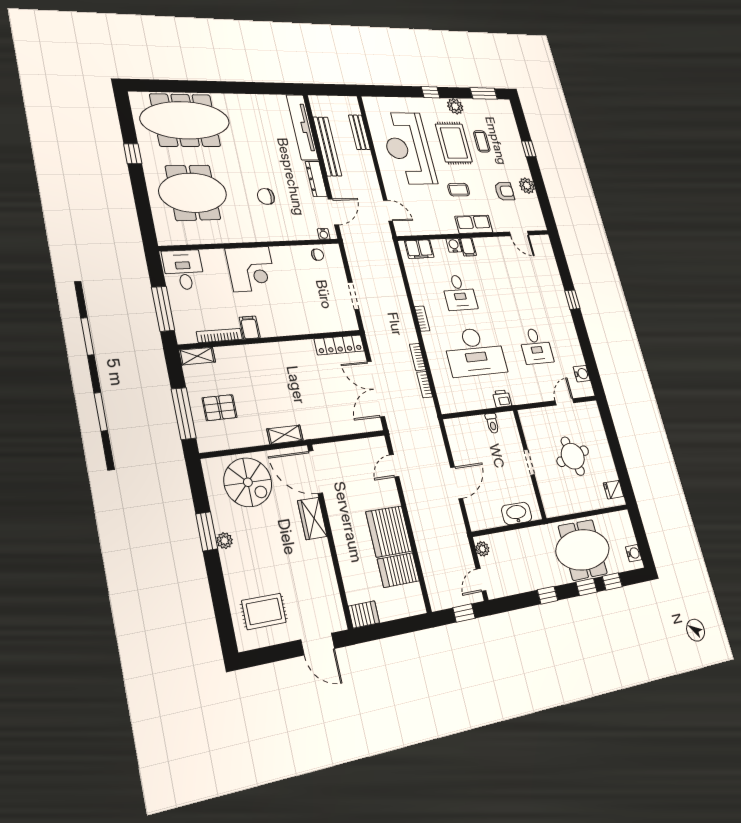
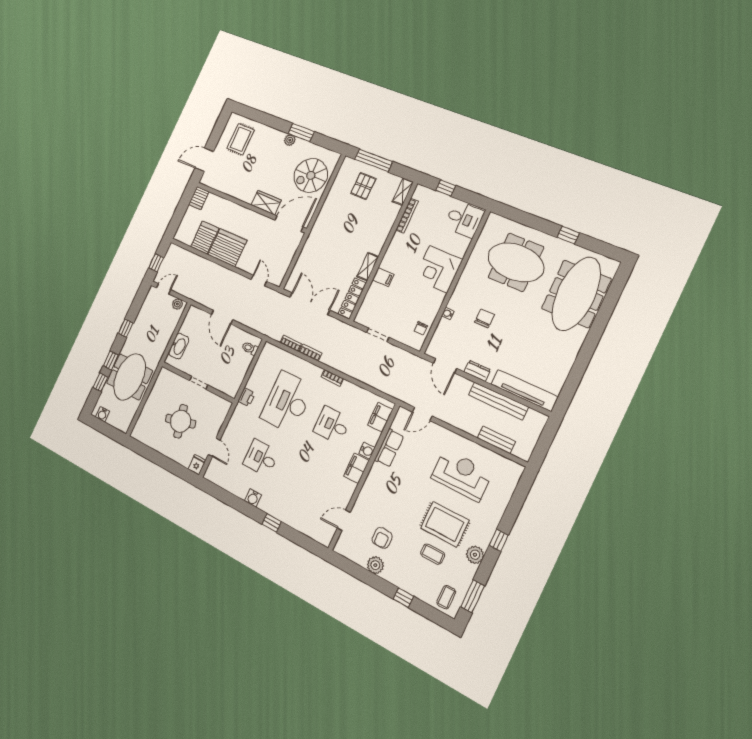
reception desk: (408, 148) -> (462, 475), width x0.74, depth x0.77
dresser: (316, 179) -> (477, 371), width x0.70
coffee table: (459, 190) -> (446, 597), moved
meeting table: (193, 193) -> (516, 262), turned 90
row of seats: (474, 224) -> (389, 448), moved
water cooler: (324, 234) -> (448, 314), moved
filing cabinet: (468, 247) -> (356, 468), width x2.00
window: (163, 309) -> (446, 188), width x0.46
filing cabinet: (250, 328) -> (383, 277), moved
water cooler: (582, 374) -> (253, 498), moved
toilet: (492, 423) -> (250, 348), moved
shelving: (285, 435) -> (368, 267), moved
fridge: (613, 490) -> (197, 465), moved
door: (481, 580) -> (164, 289), hinge flipped

